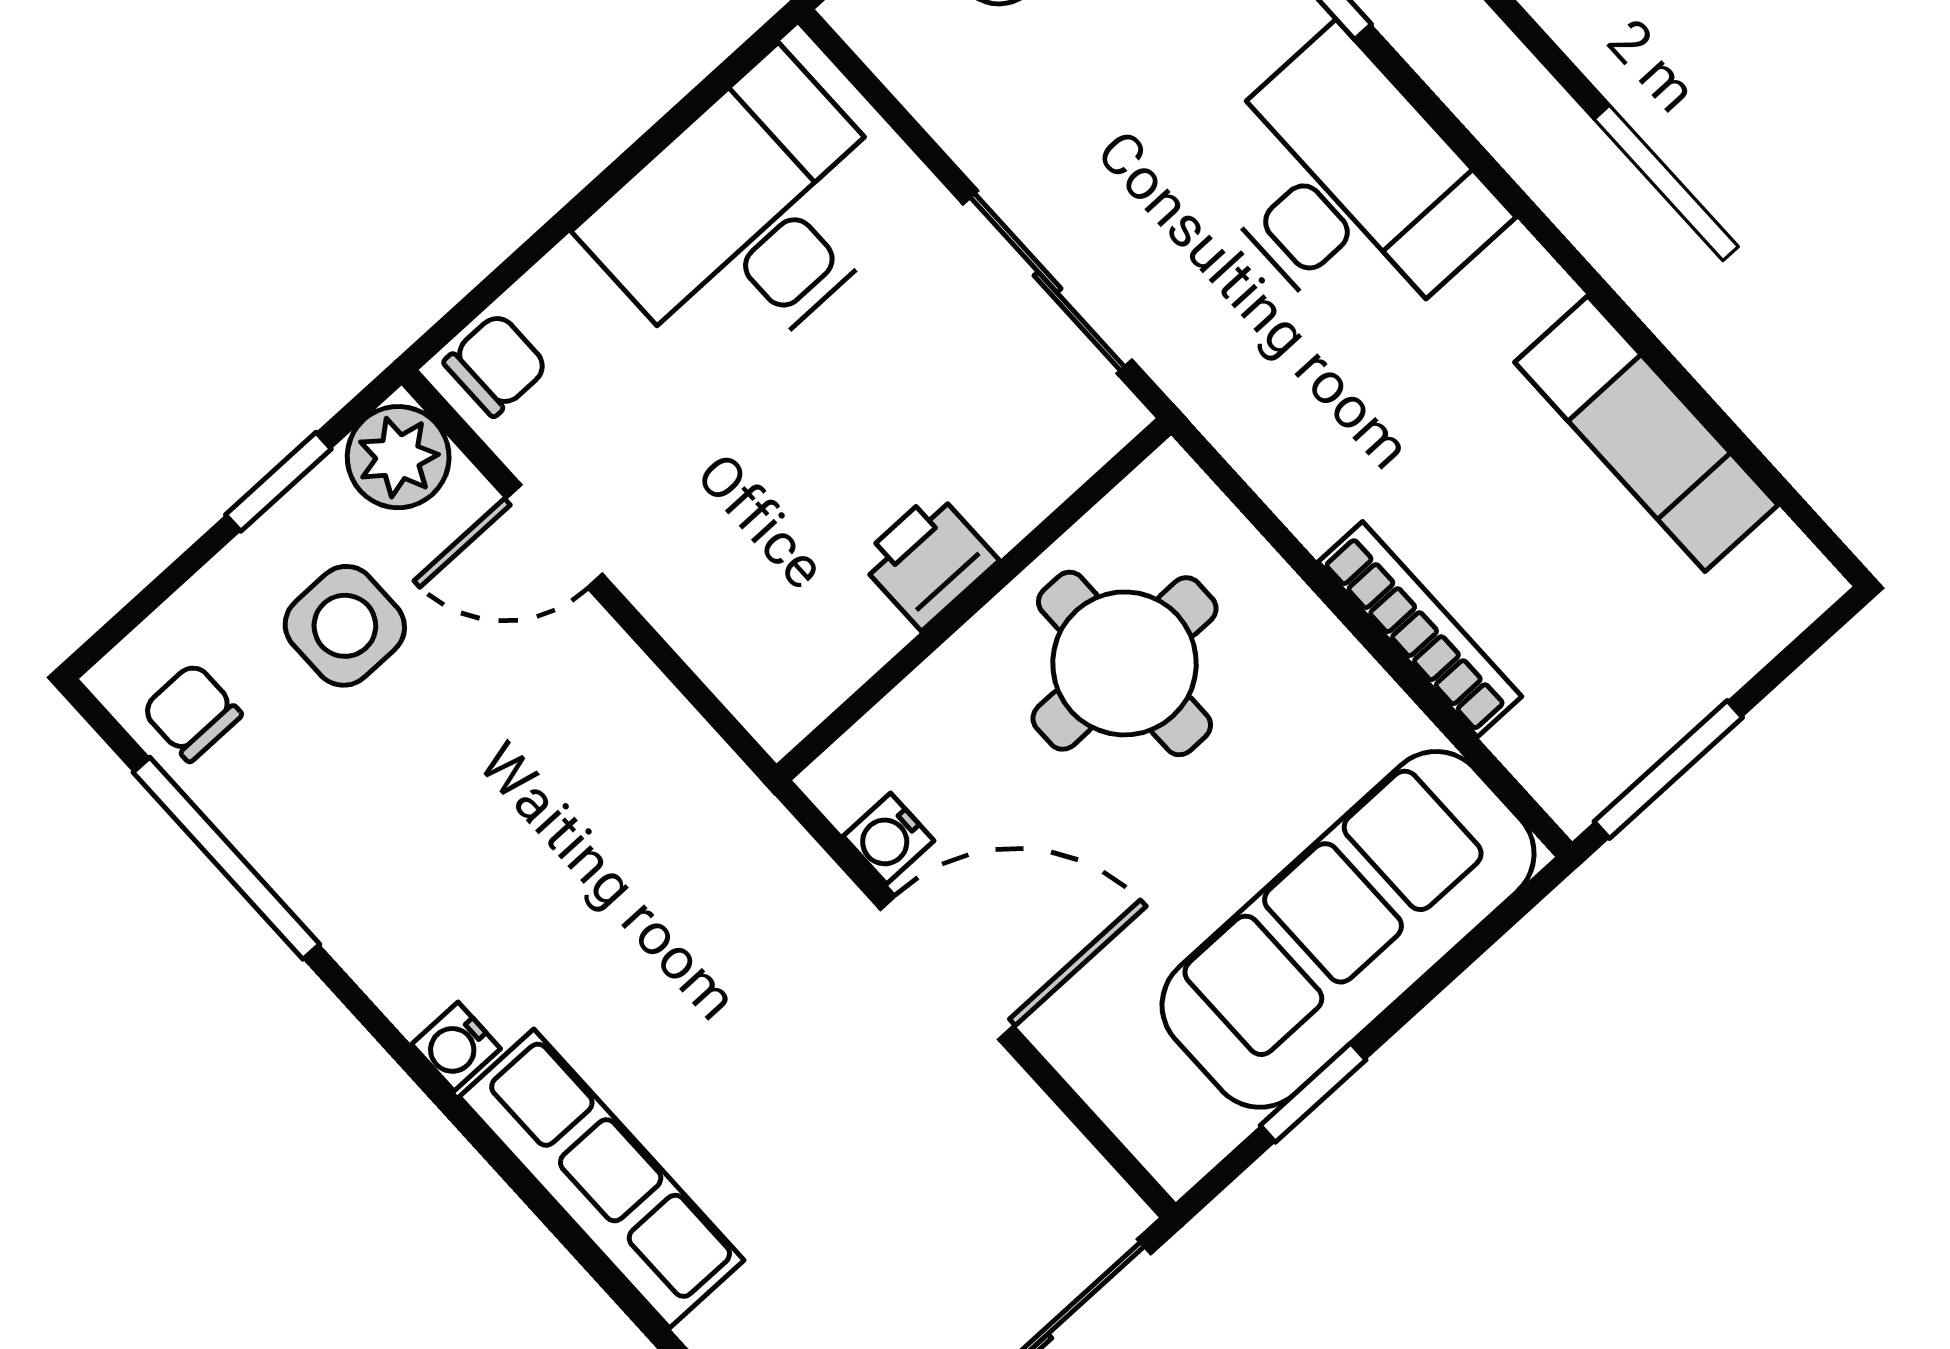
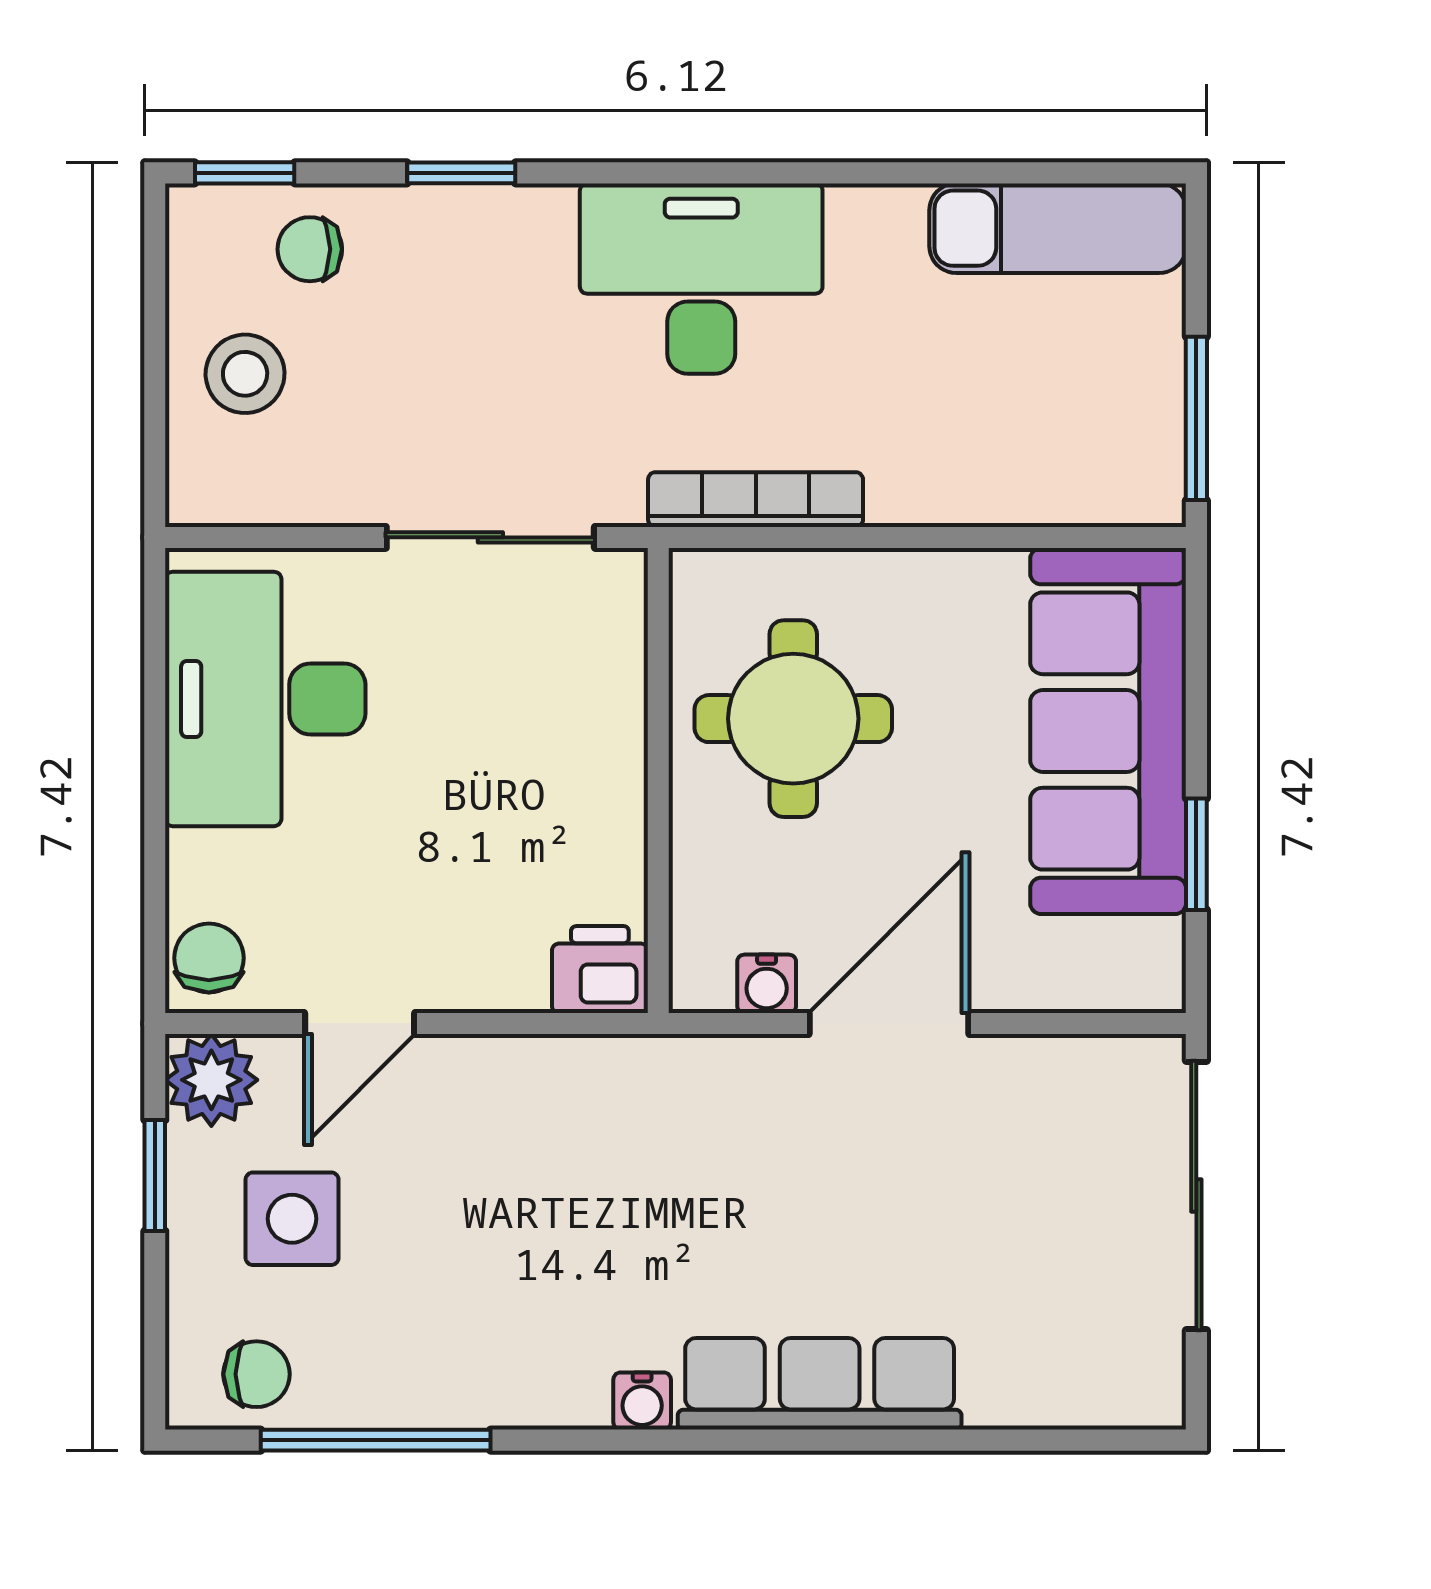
desk: (1348, 189) -> (701, 279), moved
exam couch: (1646, 434) -> (1058, 228), moved
printer: (928, 560) -> (600, 970), moved, turned 90
bookcase: (1420, 629) -> (756, 500), moved
chair: (192, 712) -> (256, 1374), turned 180

